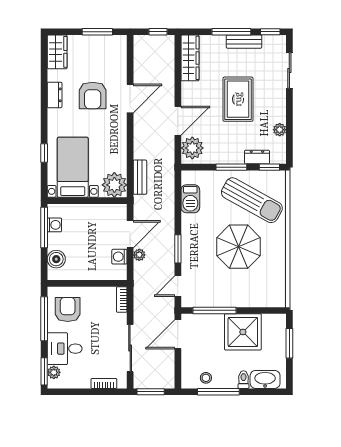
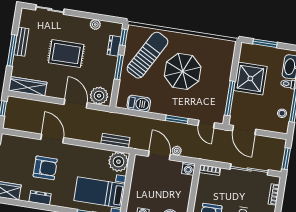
window: (270, 32) -> (17, 20), removed
washing machine: (119, 257) -> (188, 169), moved

